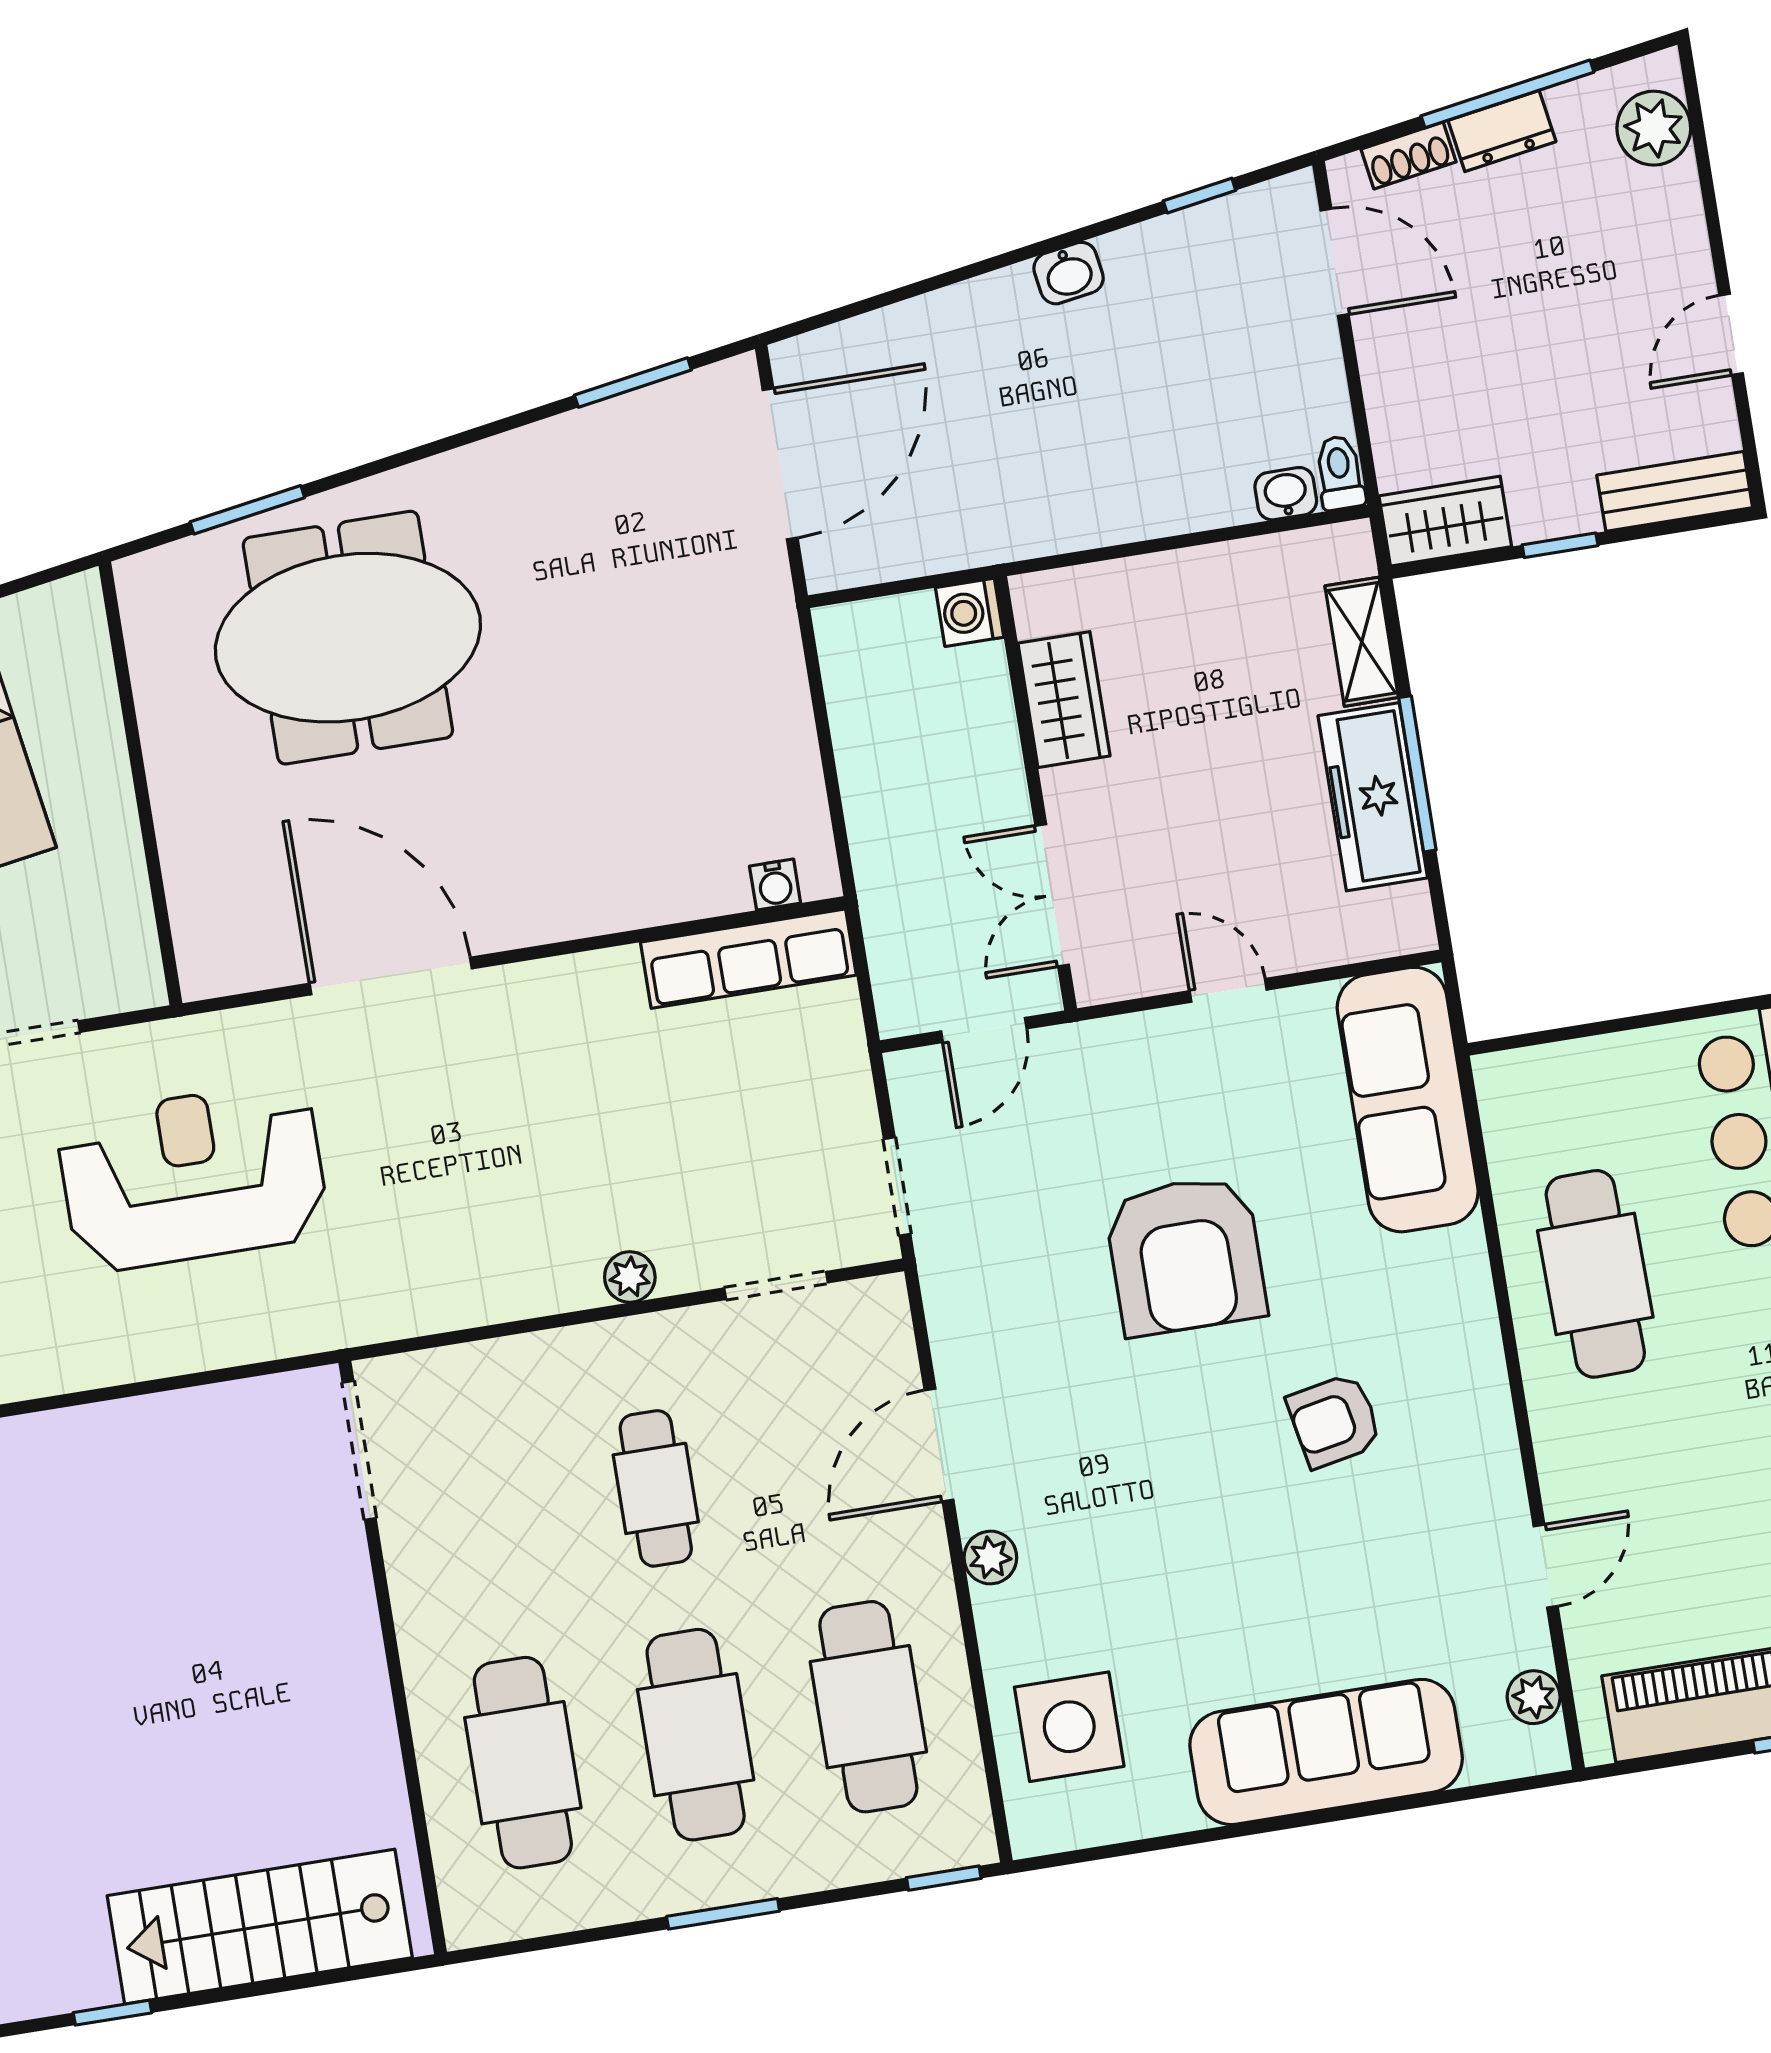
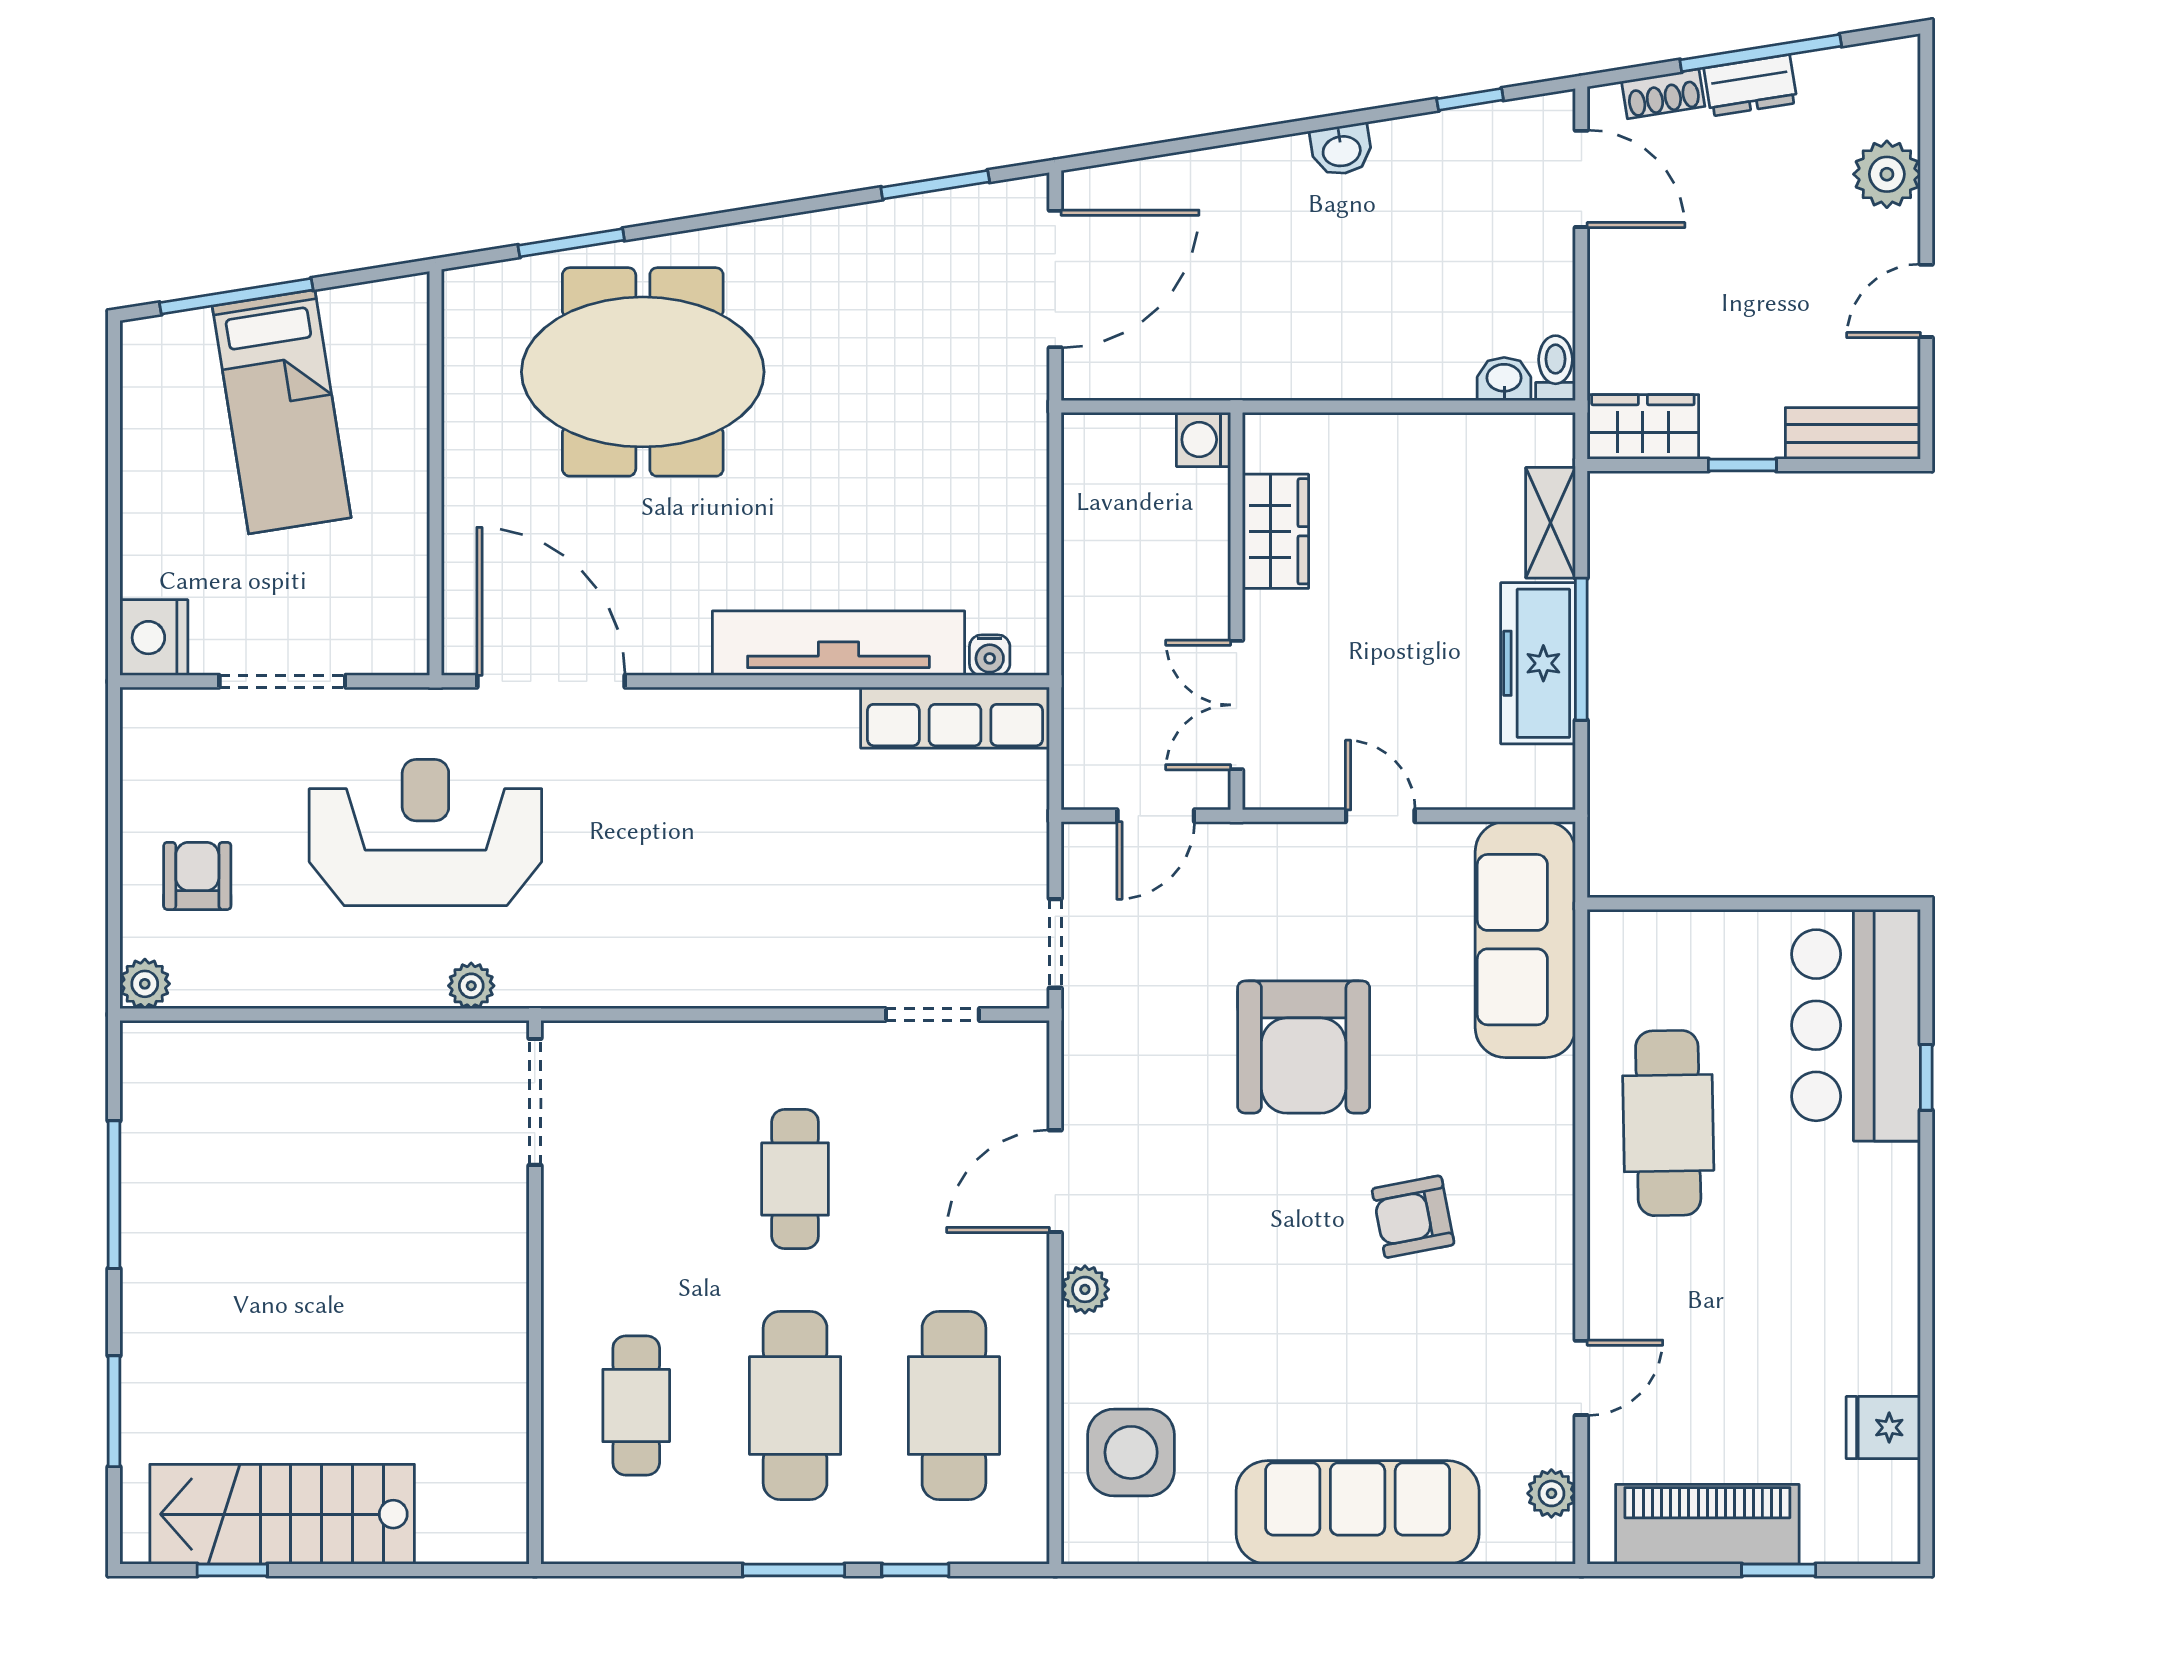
plant: (1654, 128) -> (1887, 174), moved
tv unit: (609, 898) -> (838, 643), added
door: (391, 976) -> (551, 681), moved
plant: (630, 1277) -> (471, 986), moved
cafe table: (523, 1763) -> (636, 1405), width x0.73, depth x0.74
window: (944, 1878) -> (915, 1570), moved
stairs: (260, 1927) -> (282, 1514), moved

